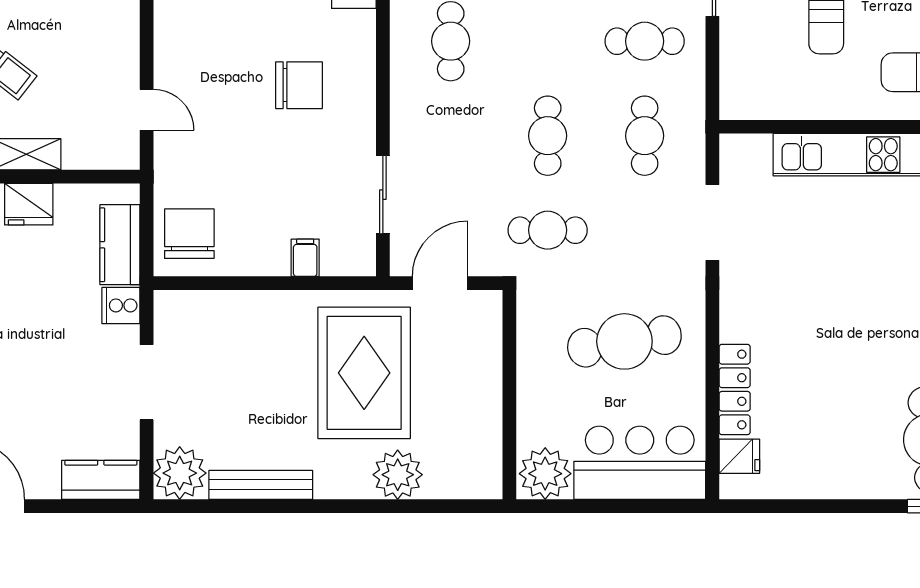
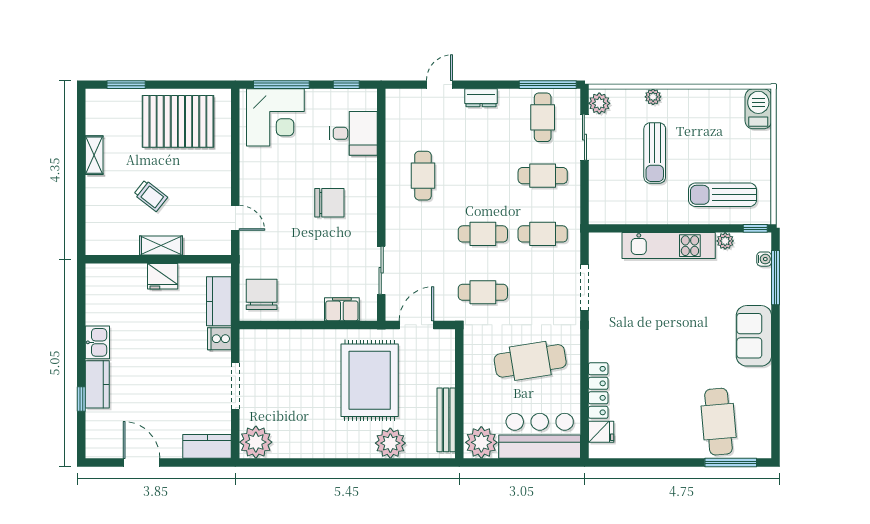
cafe table: (548, 136) -> (483, 234), turned 90
cafe table: (645, 136) -> (543, 234), turned 90
filing cabinet: (305, 258) -> (342, 309), width x2.00
bench: (261, 485) -> (446, 420), moved, turned 90

